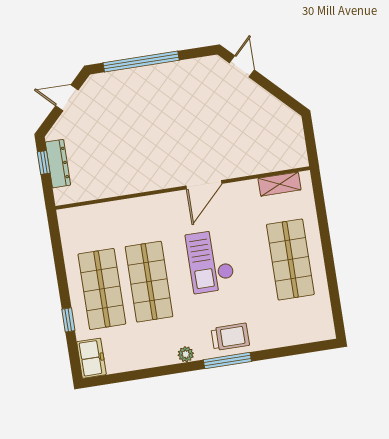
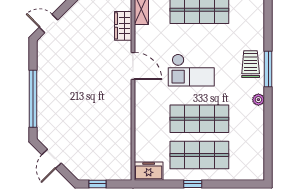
dresser: (58, 164) -> (100, 173), removed
wardrobe: (254, 164) -> (123, 26), added
window: (68, 320) -> (193, 184), moved
freezer: (91, 358) -> (149, 171), moved

